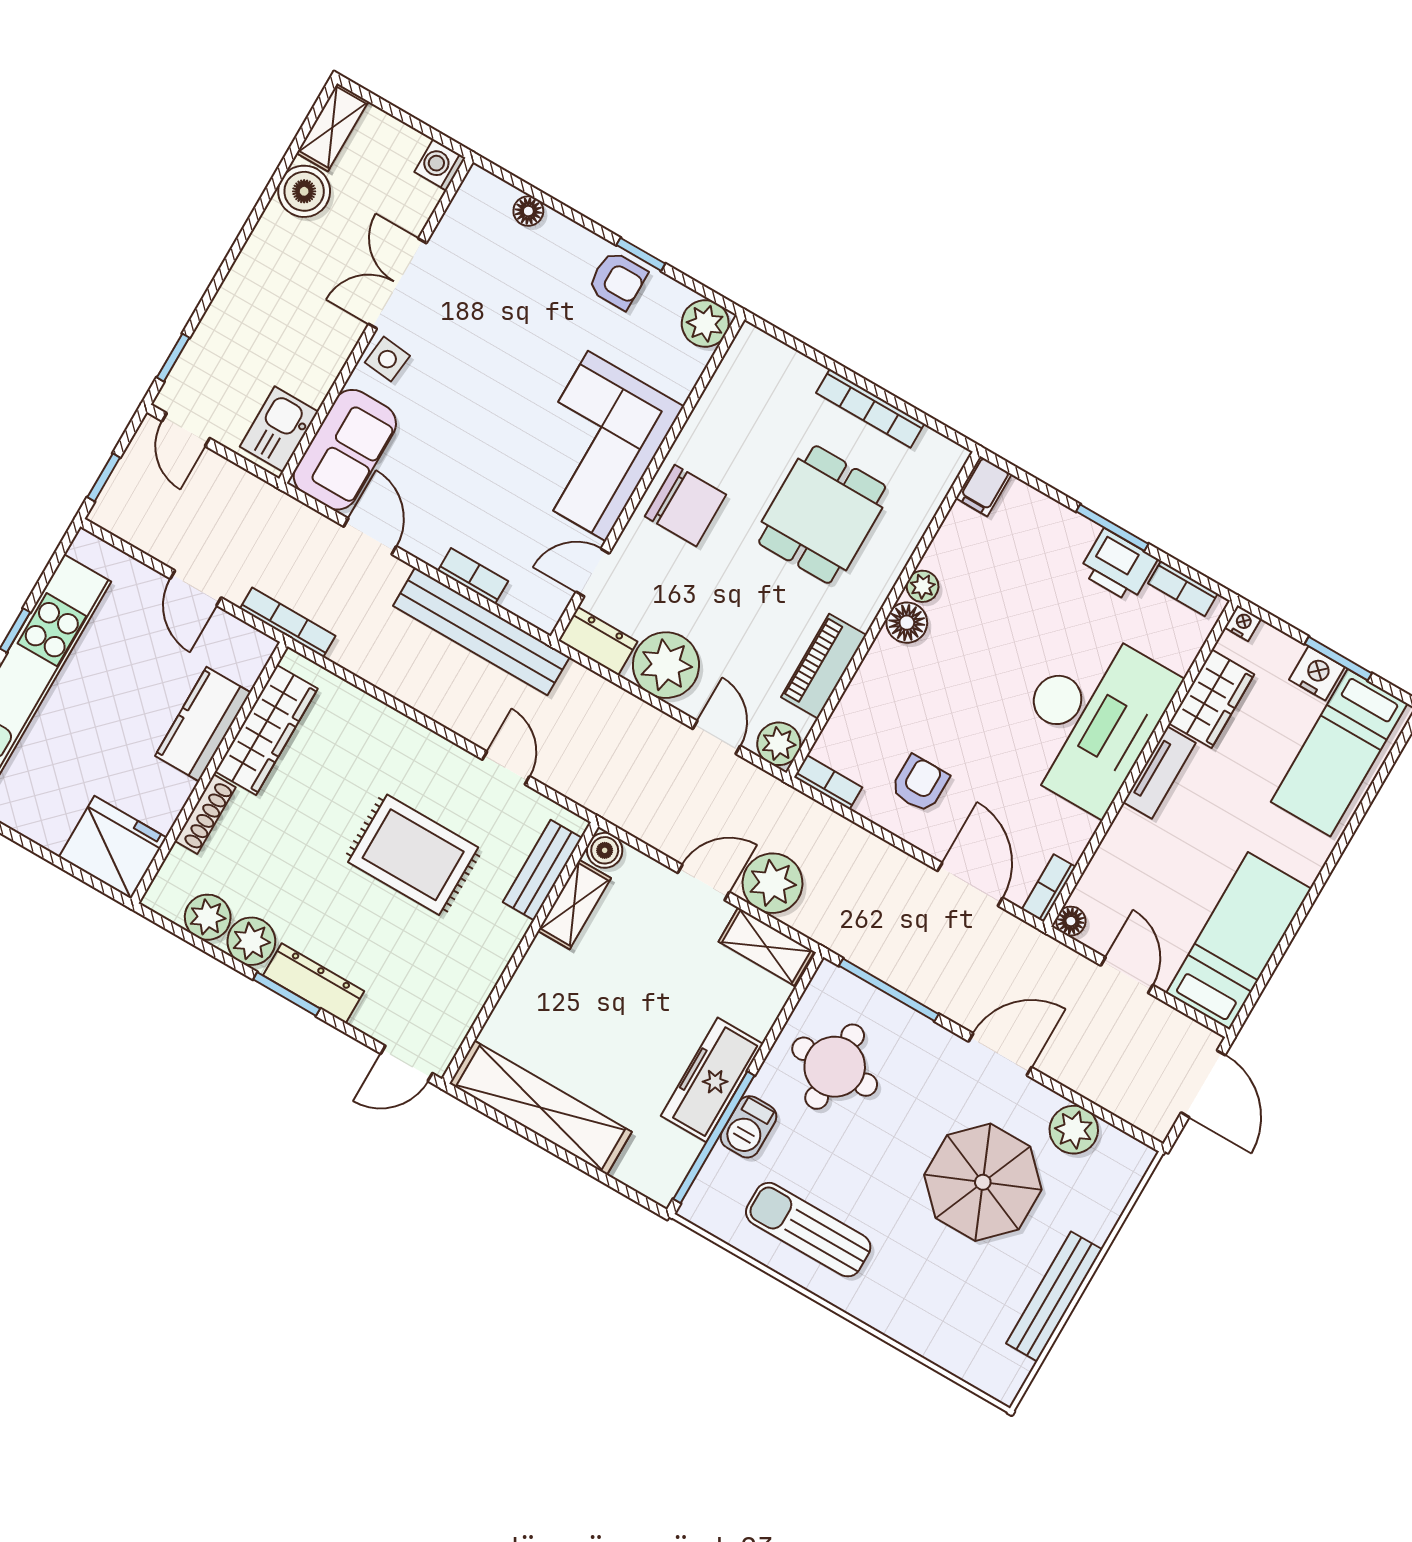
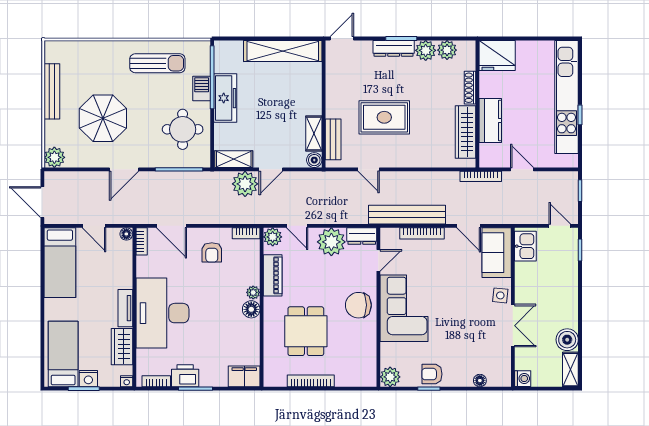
filing cabinet: (984, 486) -> (244, 376), width x2.00
bookcase: (473, 576) -> (422, 233), width x1.56
plant: (923, 586) -> (253, 292), moved
plant: (1074, 1130) -> (54, 157), moved

